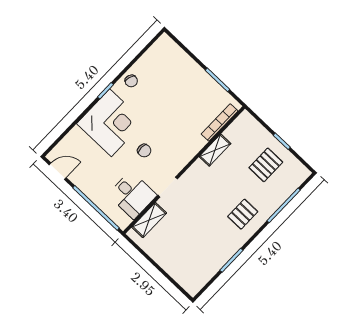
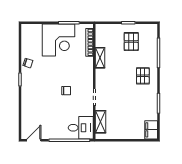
corner desk: (111, 123) -> (59, 40), moved, turned 90
desk: (132, 195) -> (81, 128), moved
filing cabinet: (196, 282) -> (151, 130), added

